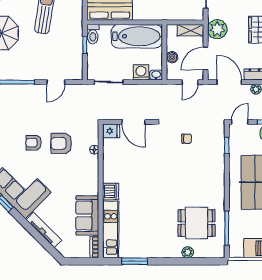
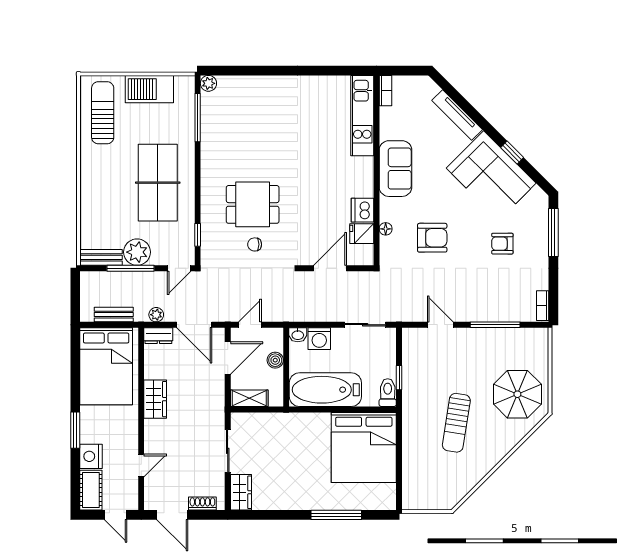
plant: (217, 29) -> (211, 400), removed
door: (56, 82) -> (440, 325), hinge flipped
door: (133, 122) -> (330, 268), hinge flipped
fridge: (111, 131) -> (362, 234), moved
armchair: (34, 143) -> (502, 244), moved, turned 180
dishwasher: (111, 192) -> (362, 210), moved
sofa: (87, 215) -> (395, 169), moved
dining table: (196, 223) -> (253, 204), moved
plant: (188, 252) -> (208, 83), moved
window: (135, 261) -> (328, 71), removed

